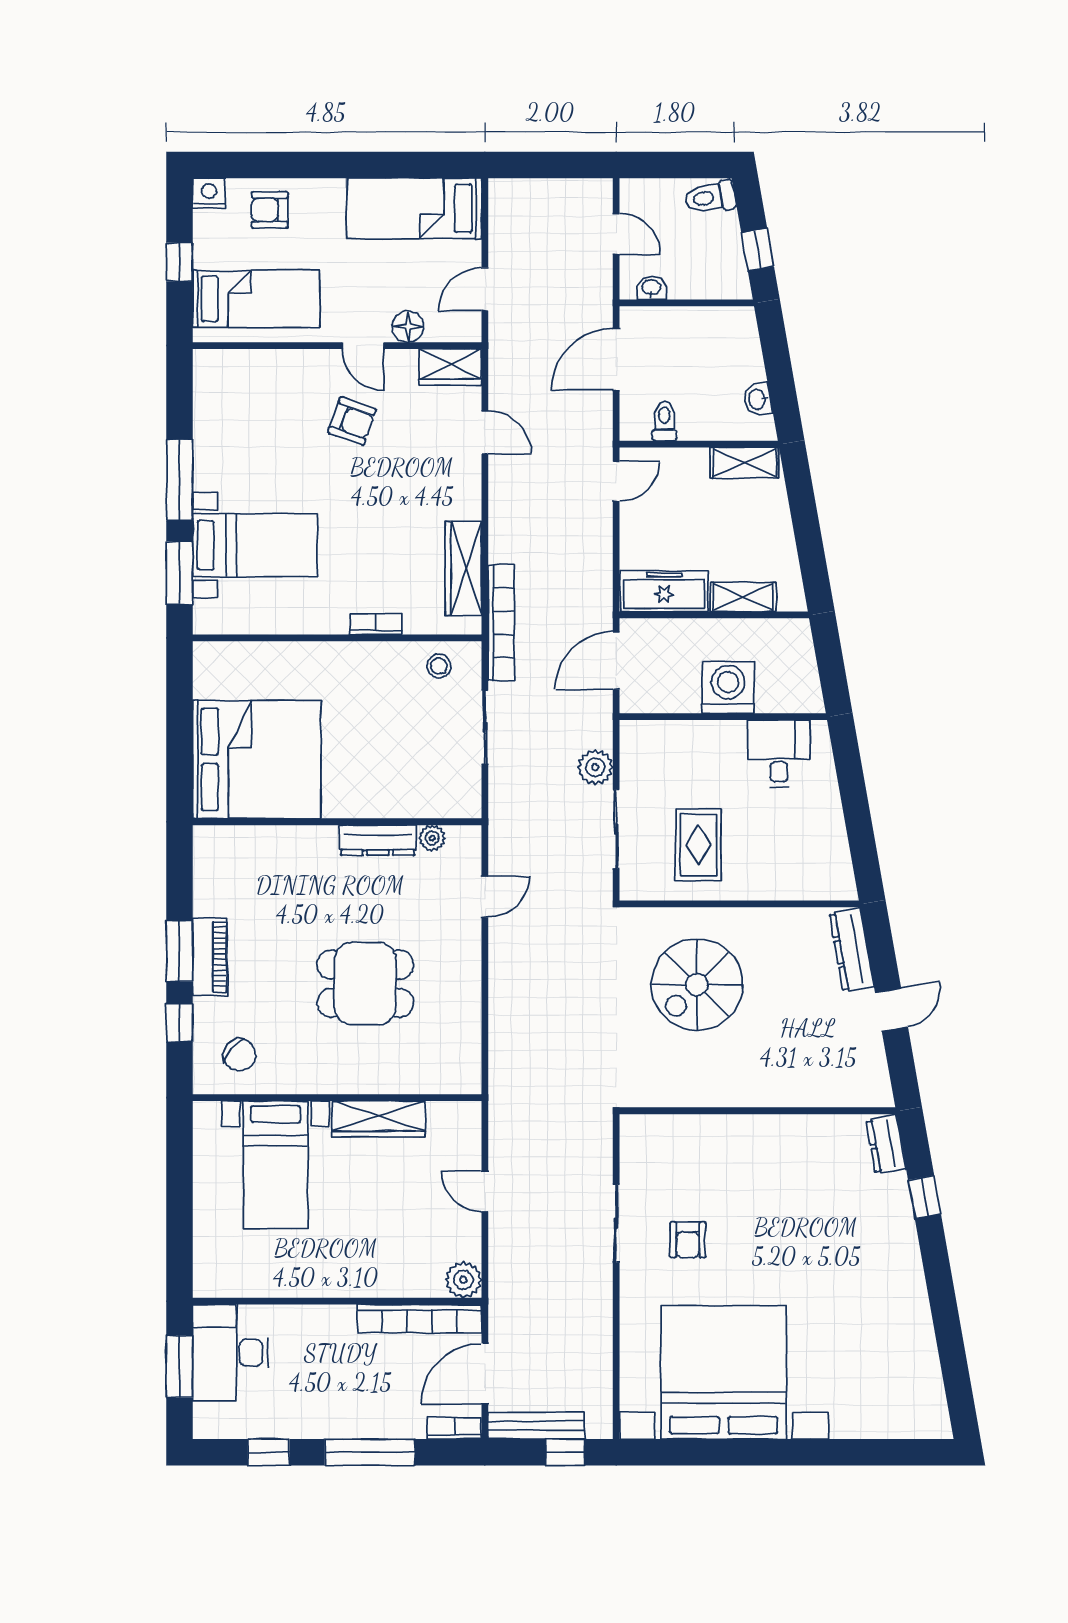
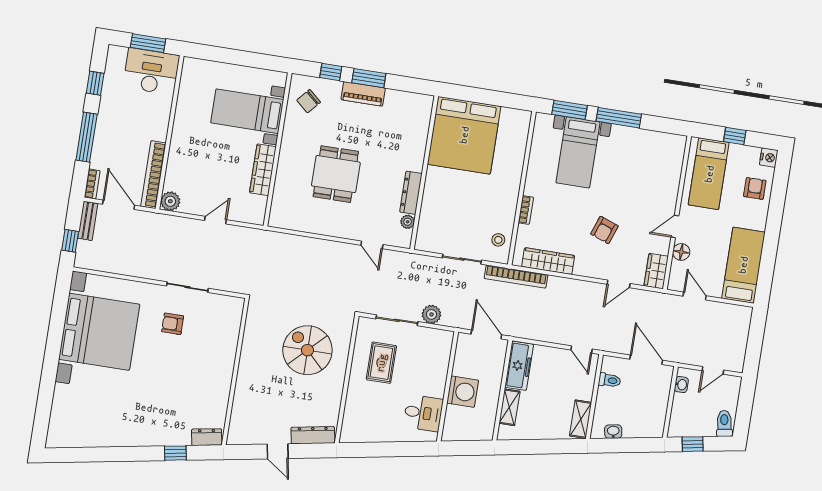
armchair: (352, 421) -> (604, 230), moved
rug: (698, 845) -> (381, 363), turned 90
bench: (536, 1426) -> (88, 221), width x0.73

